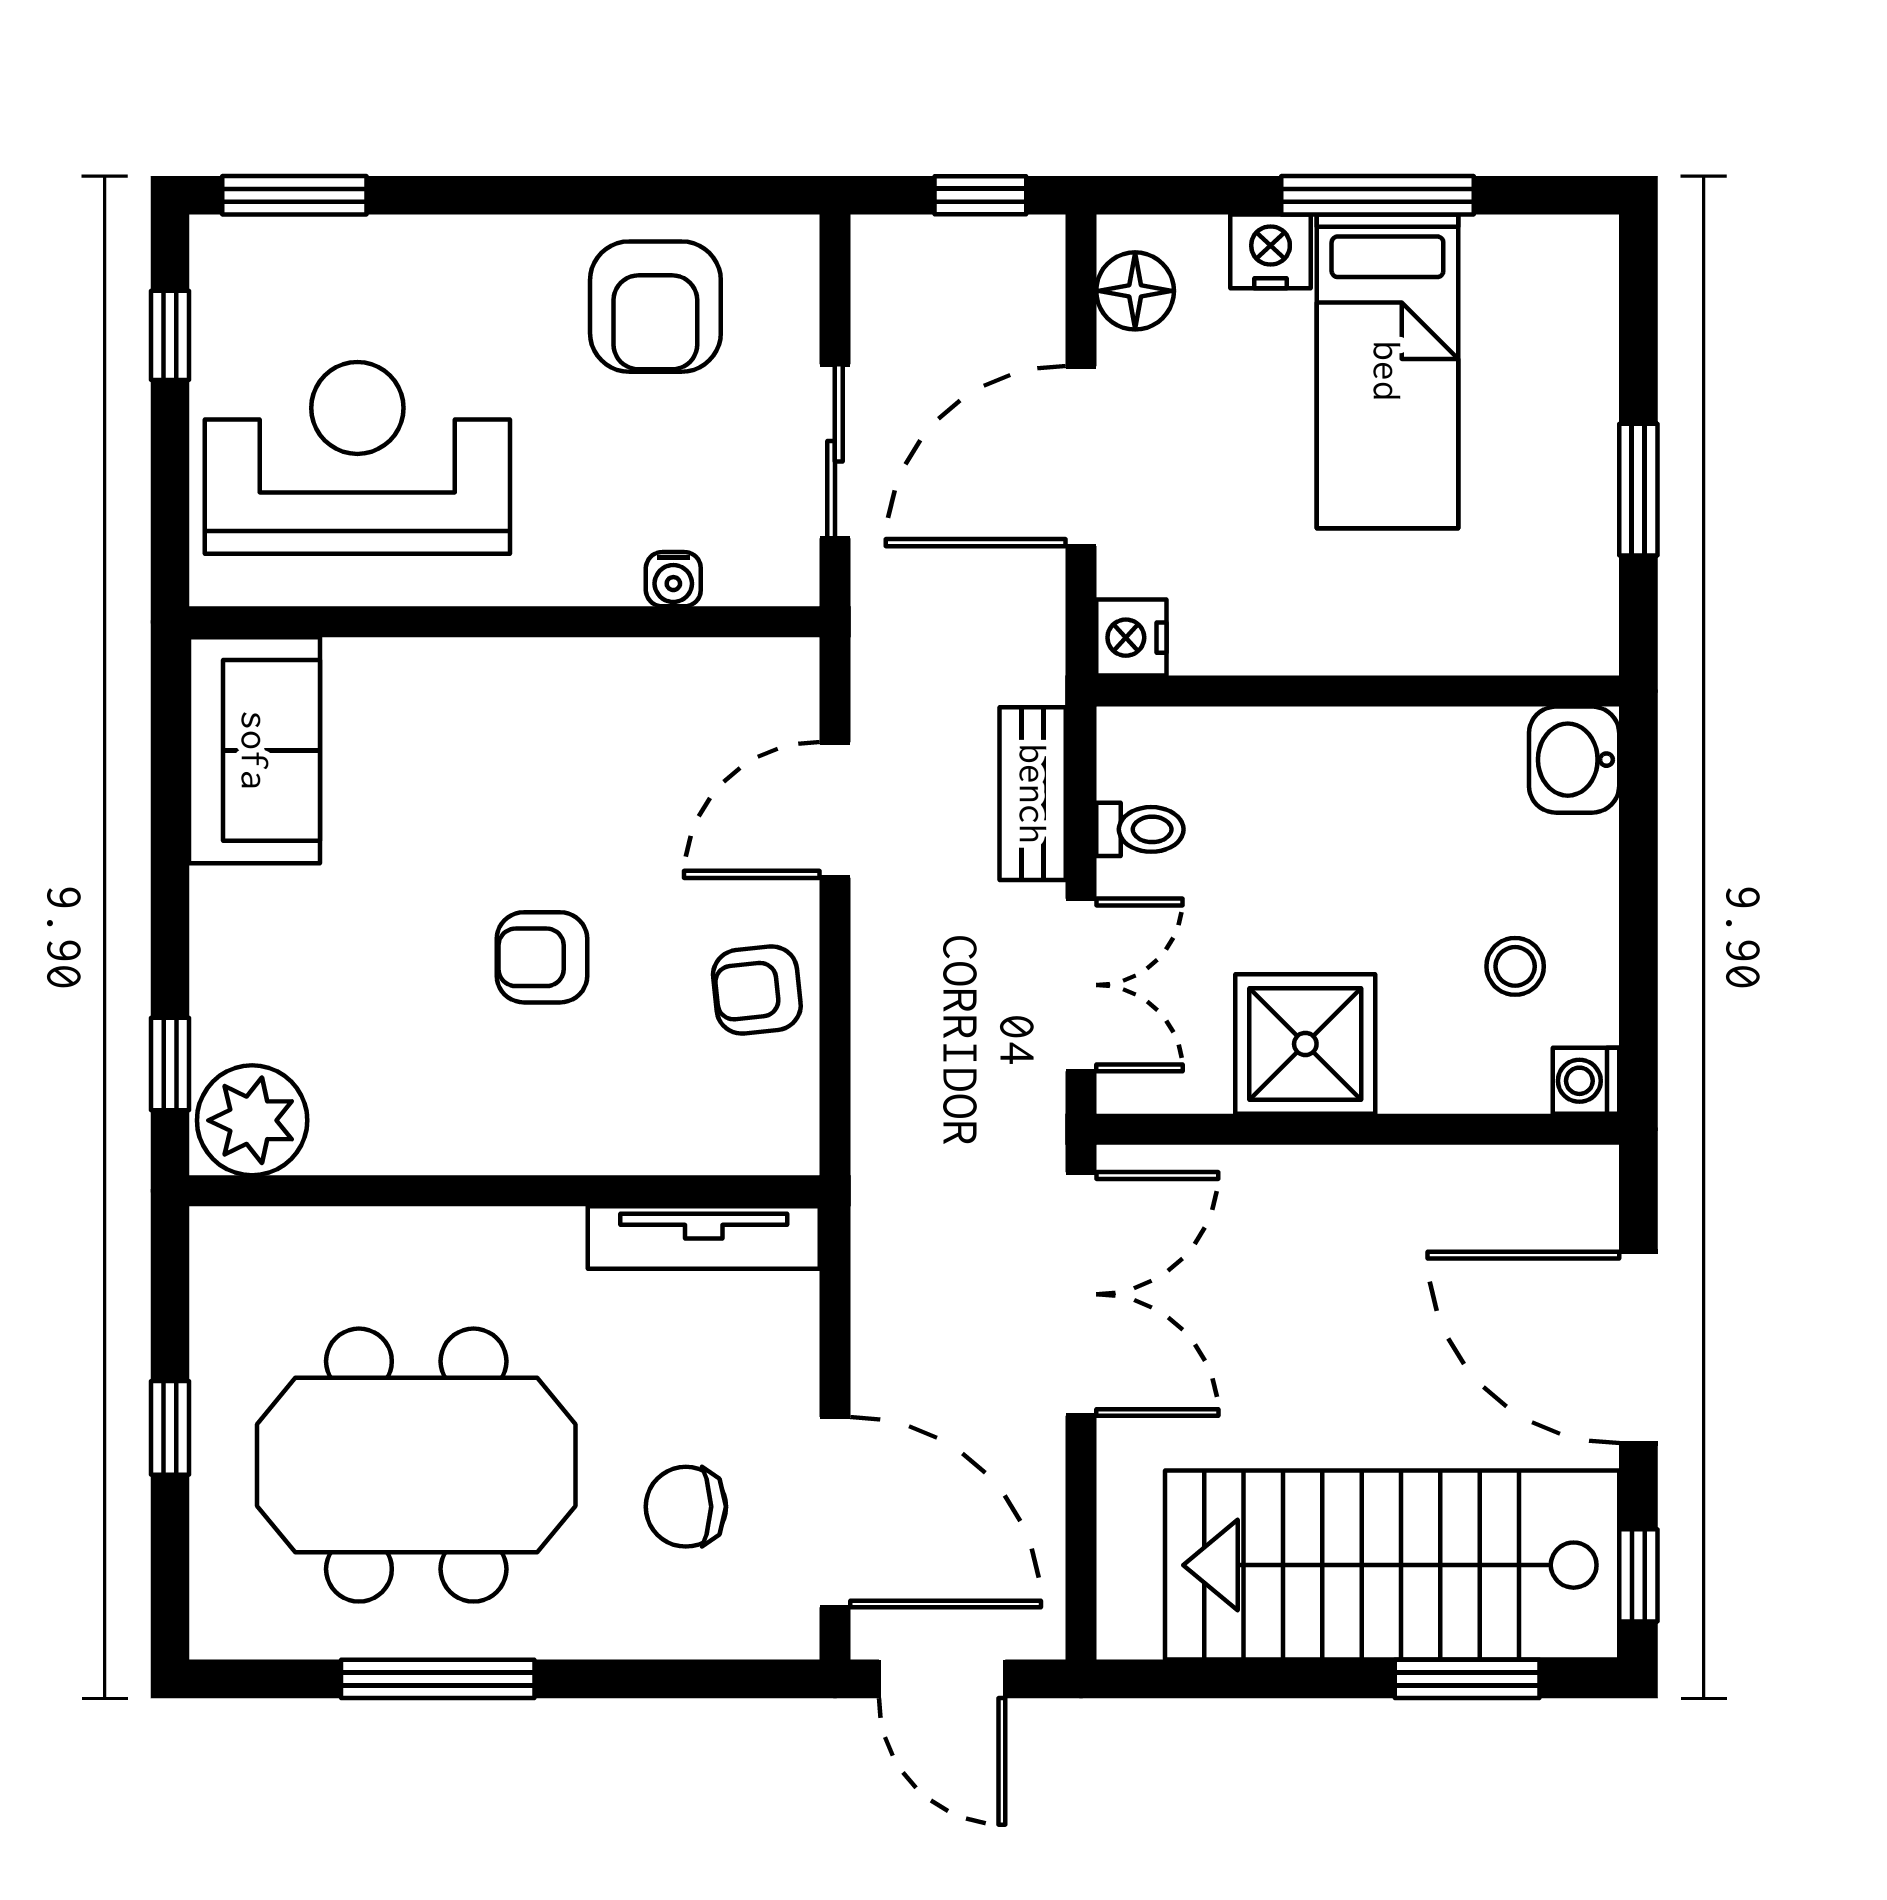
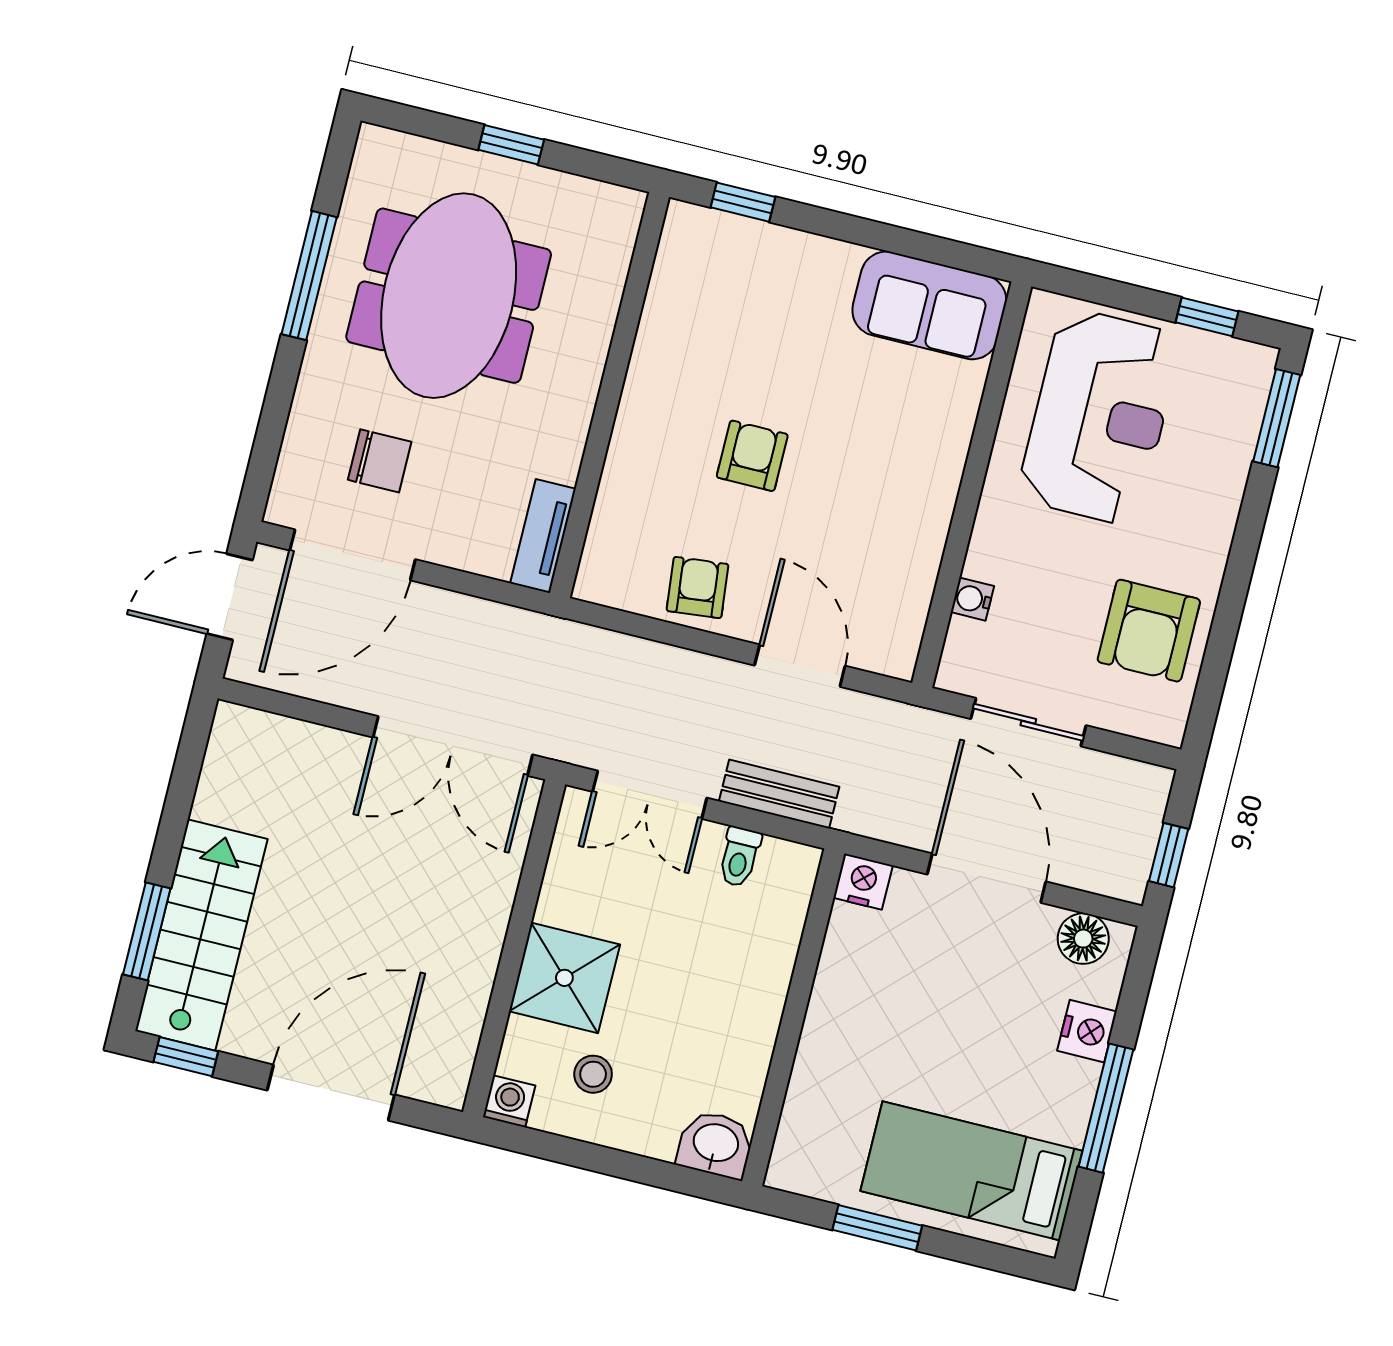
armchair: (655, 307) -> (1149, 631), turned -90
bed: (1387, 371) -> (971, 1171), moved
shower: (1305, 1044) -> (564, 978), moved
plant: (252, 1120) -> (694, 245), removed
tv unit: (704, 1237) -> (543, 536), width x0.71
chair: (686, 1507) -> (380, 461), turned 90
stairs: (1392, 1565) -> (201, 935), width x0.73, depth x0.66

